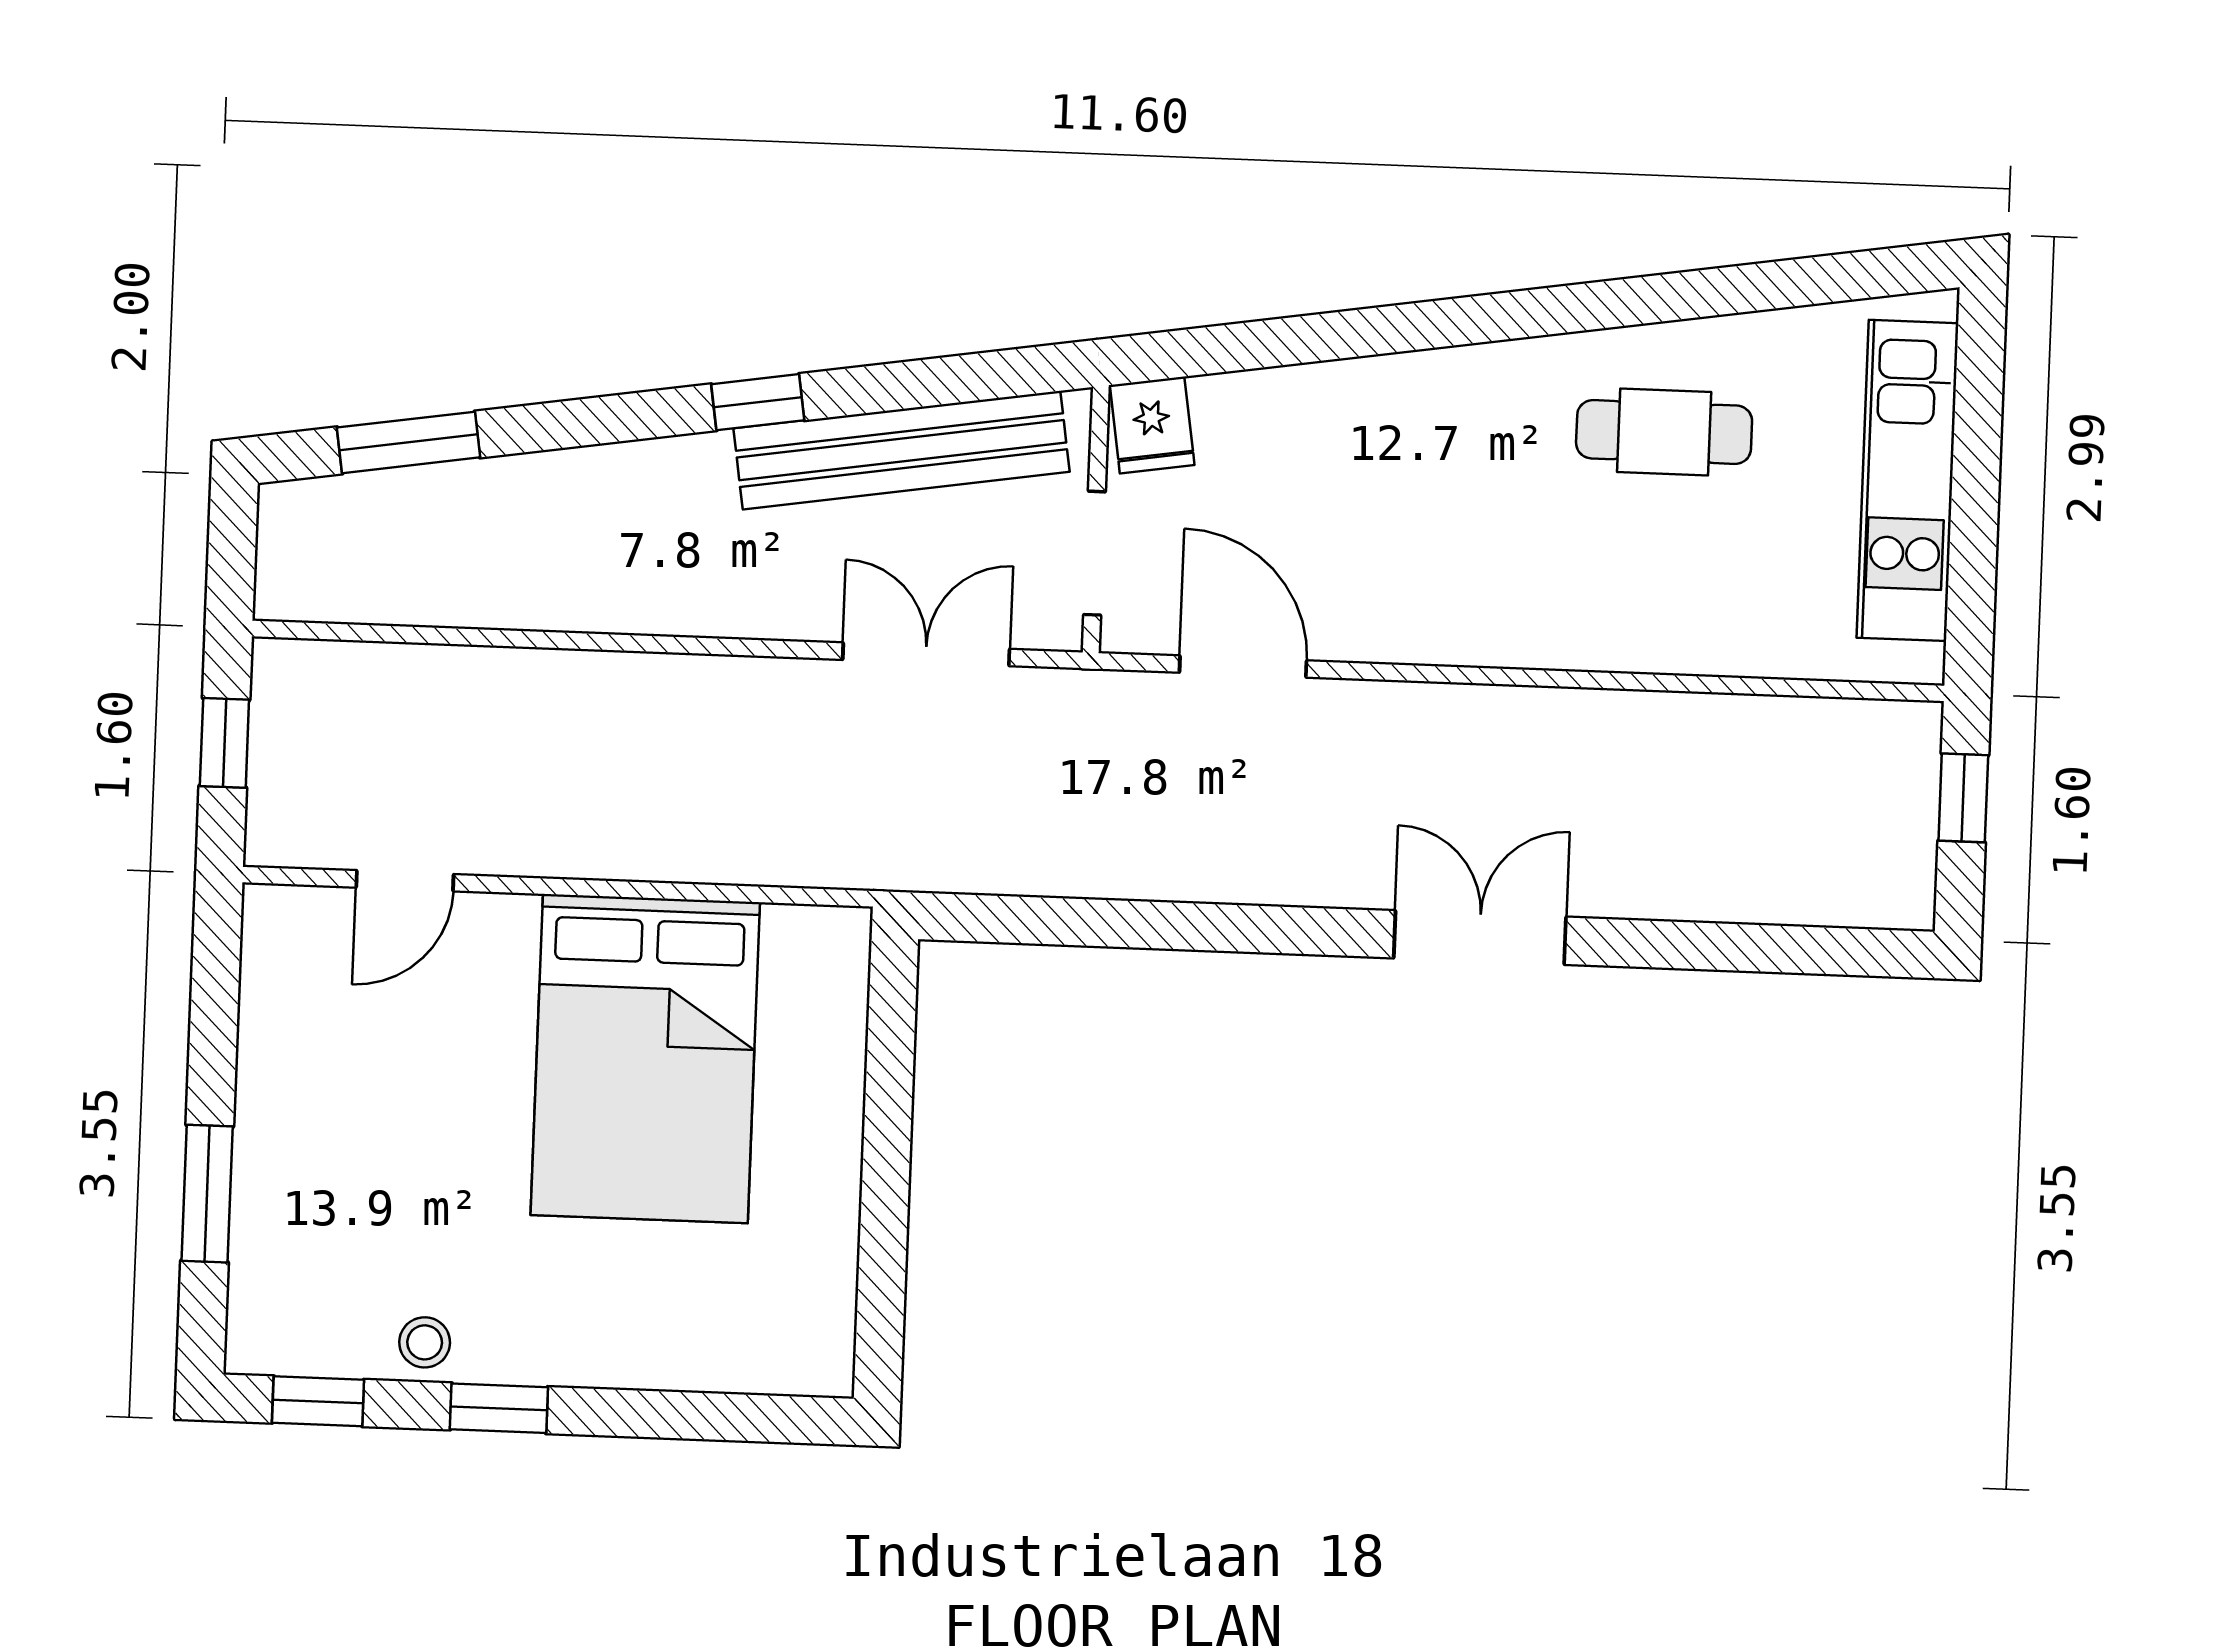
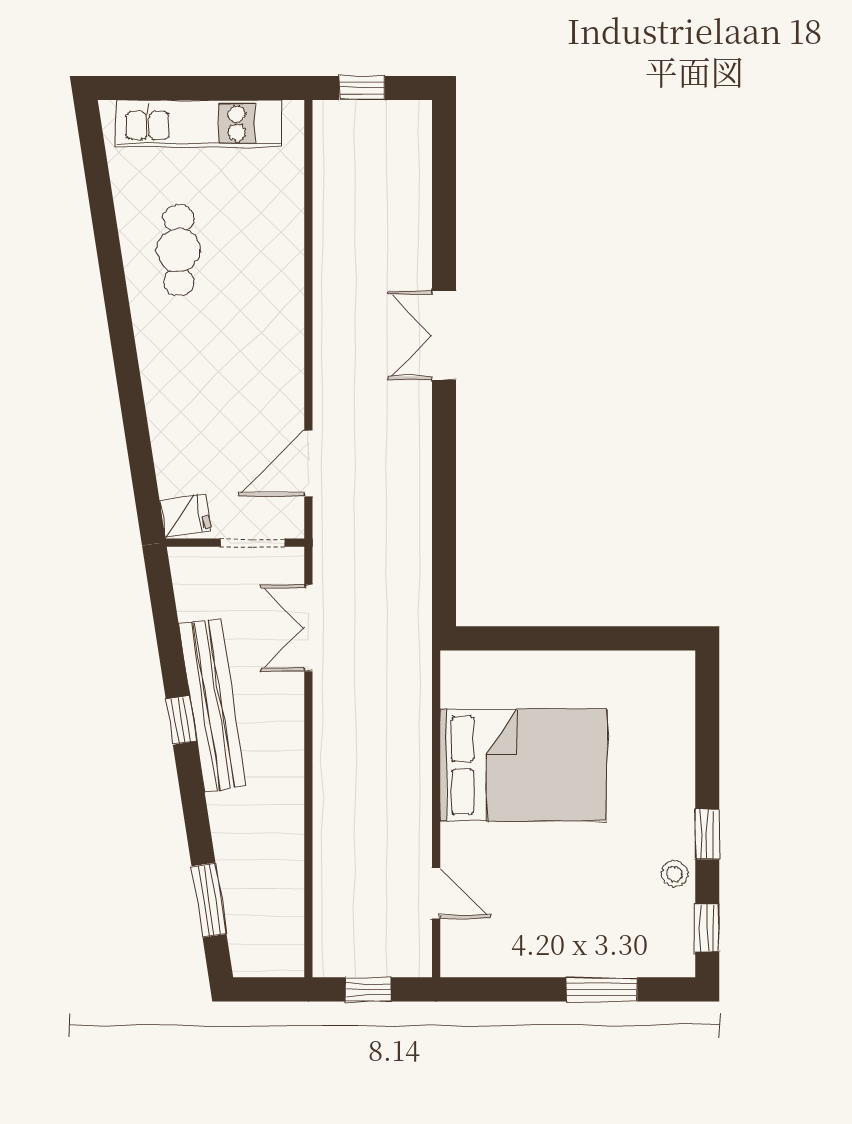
bench: (901, 450) -> (212, 705), moved

